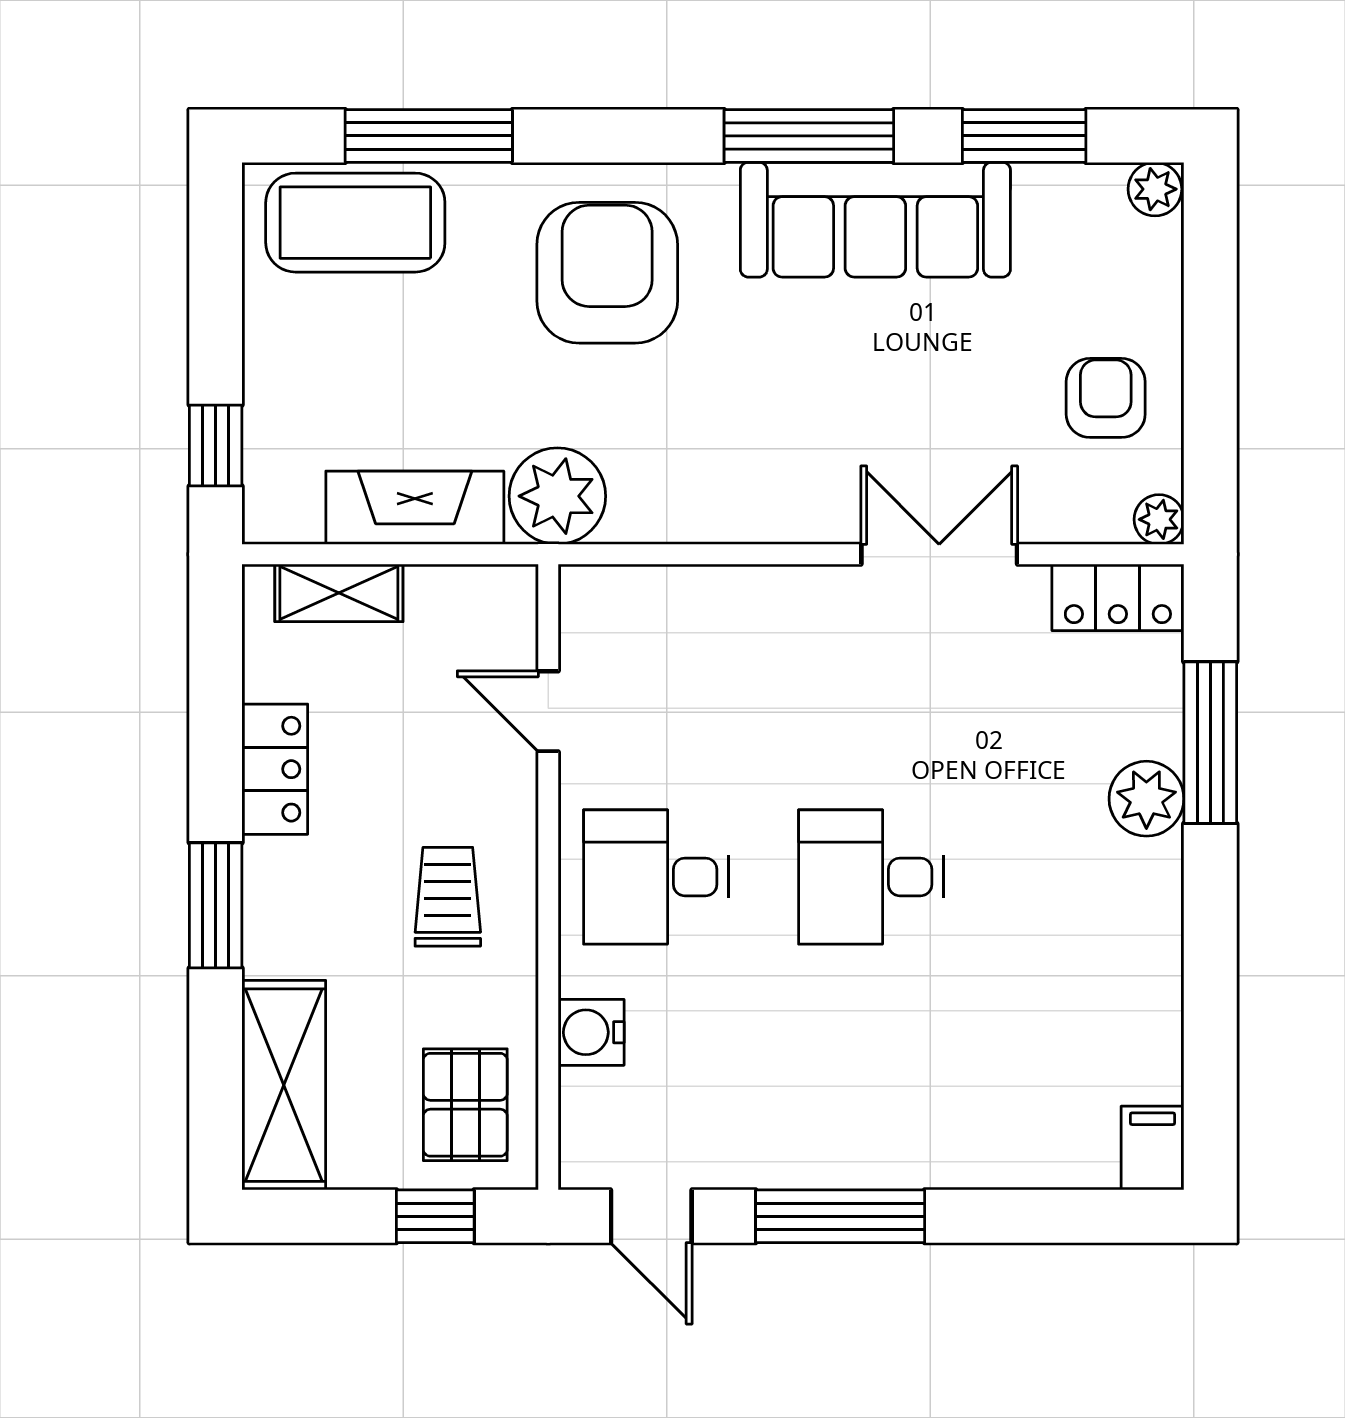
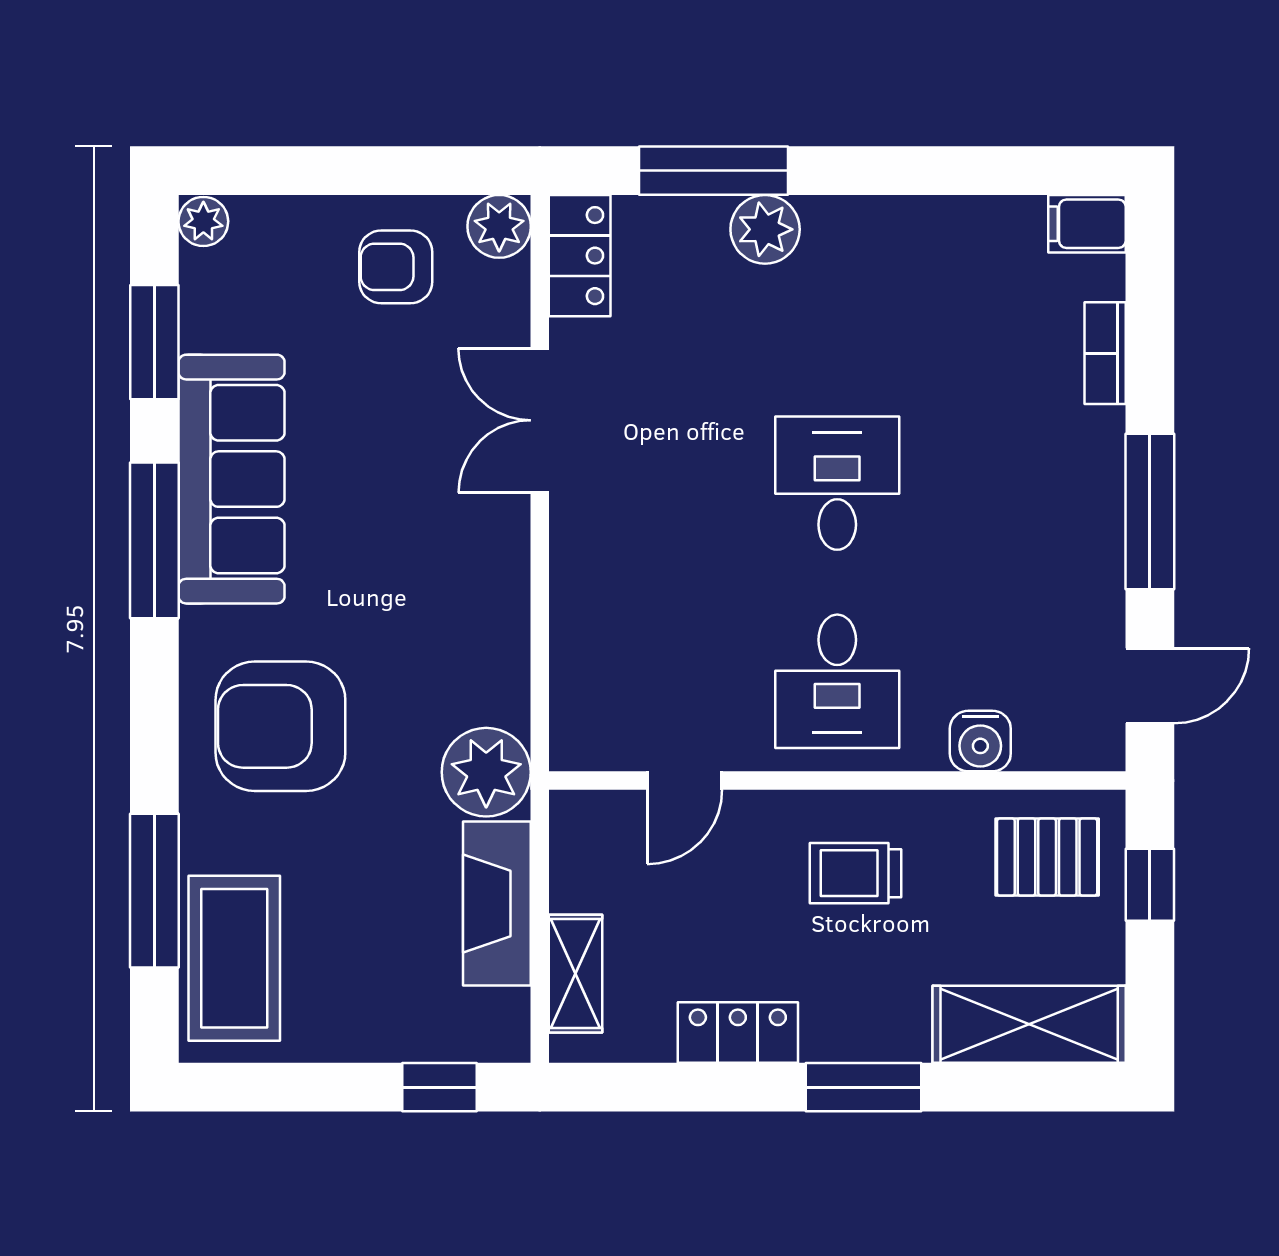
plant: (1159, 519) -> (499, 226), width x1.38, depth x1.38
desk: (871, 877) -> (837, 483), turned 180
bookcase: (1012, 1168) -> (1105, 353), added

